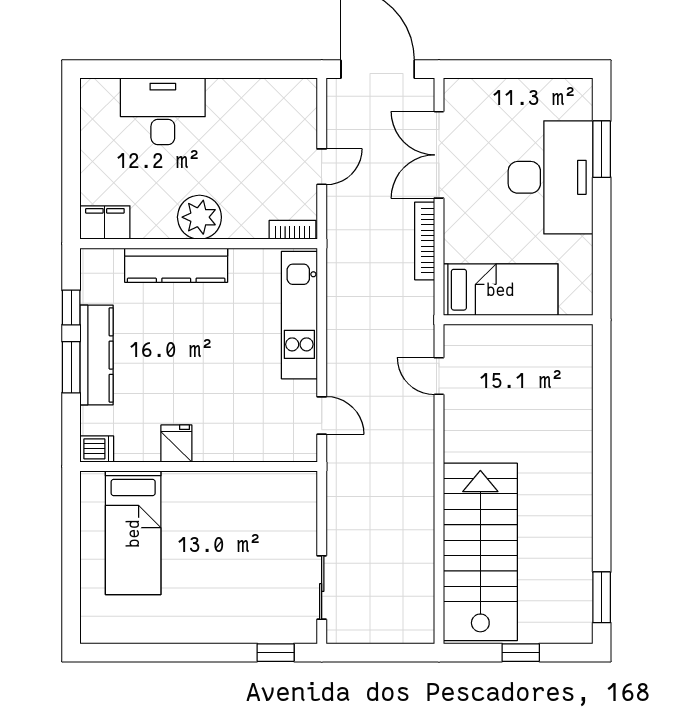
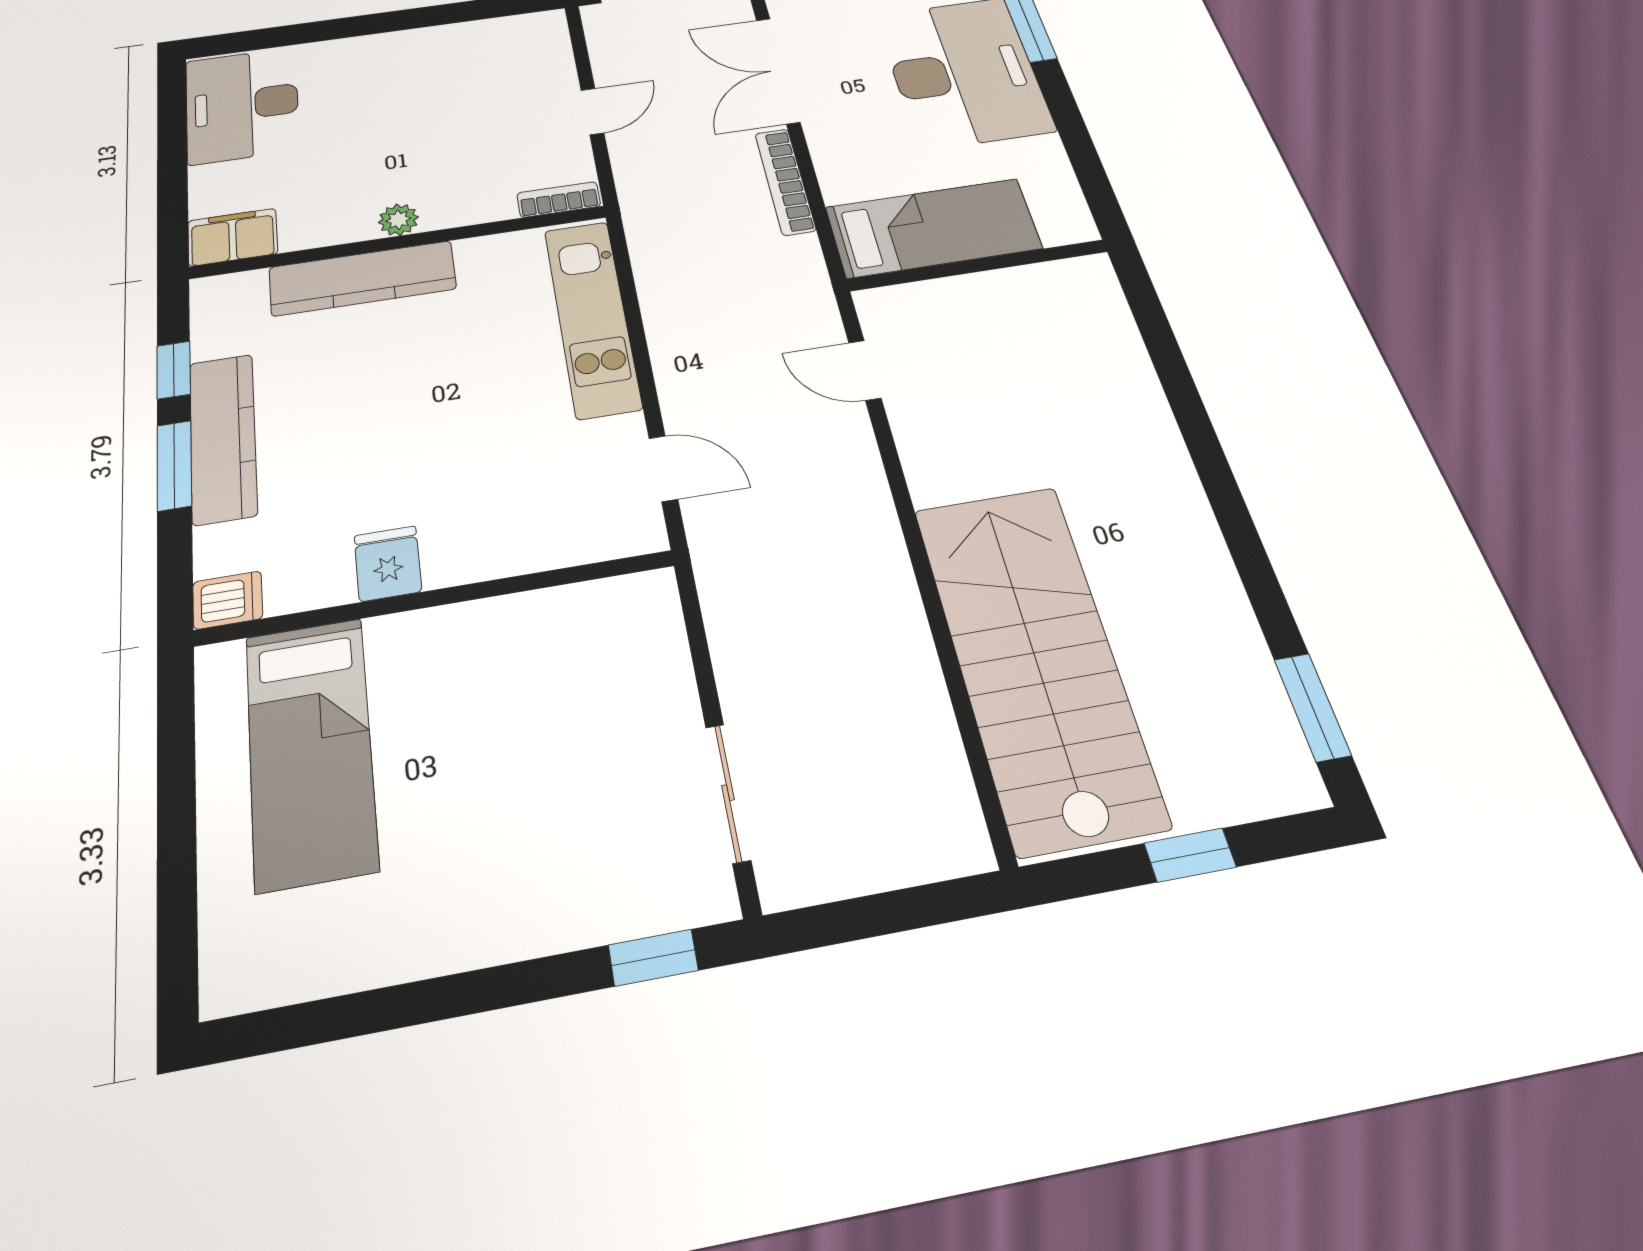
desk: (163, 111) -> (242, 105), moved, turned -90
plant: (199, 217) -> (398, 220), width x0.53, depth x0.53

